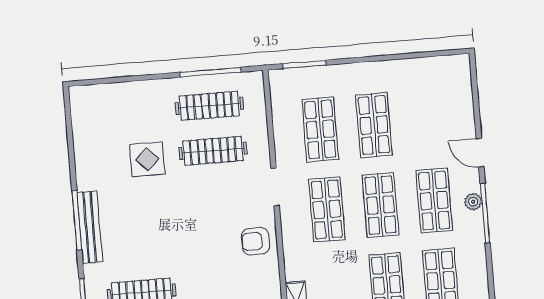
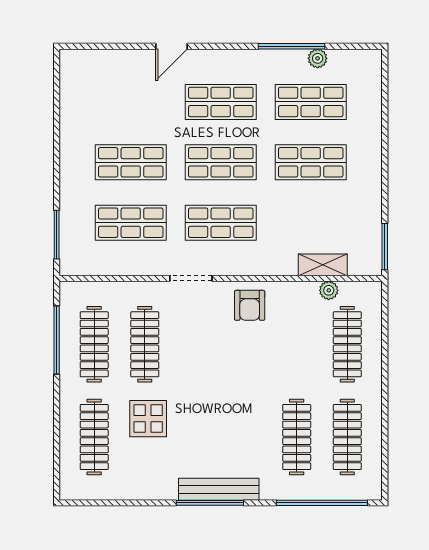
clothes rail: (127, 113) -> (94, 437), added
plant: (473, 202) -> (318, 58), moved
window: (485, 213) -> (291, 46), moved

